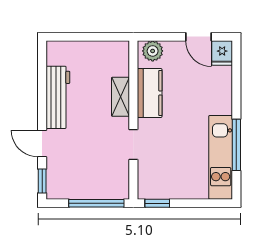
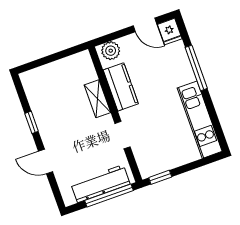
workbench: (58, 97) -> (100, 184), moved, turned -90
window: (236, 145) -> (196, 68), moved
window: (42, 181) -> (32, 122), moved

